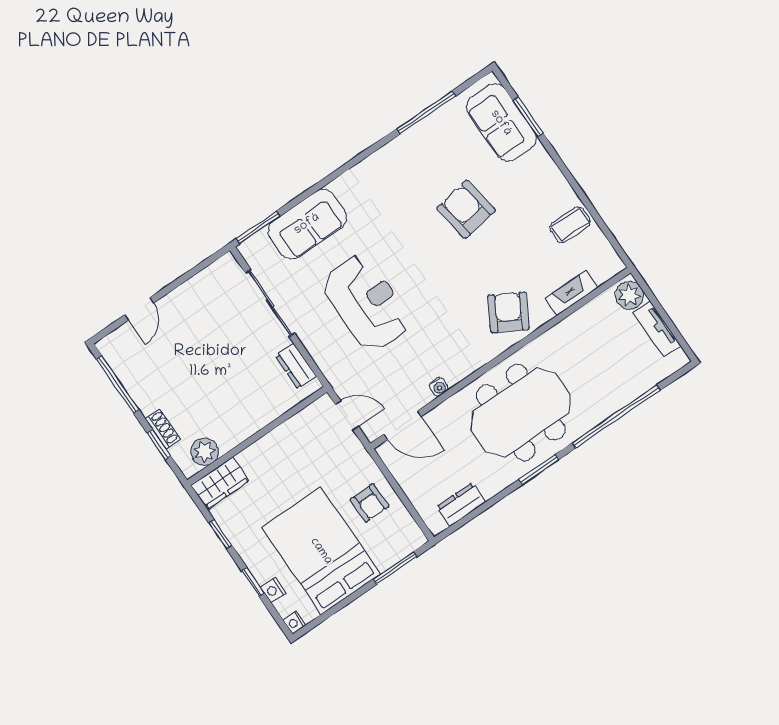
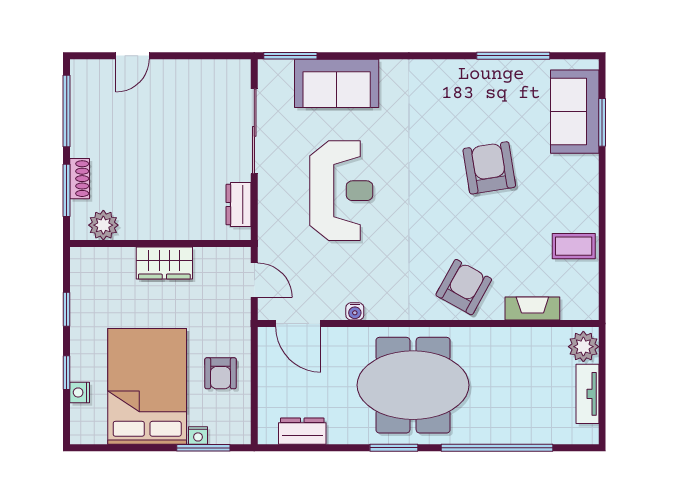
window: (159, 445) -> (67, 190), width x1.50
wardrobe: (220, 483) -> (164, 263), moved
nightstand: (294, 623) -> (198, 436), moved, turned -90

